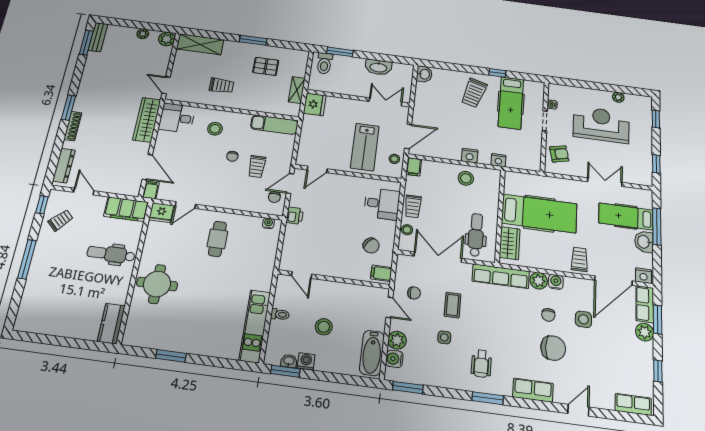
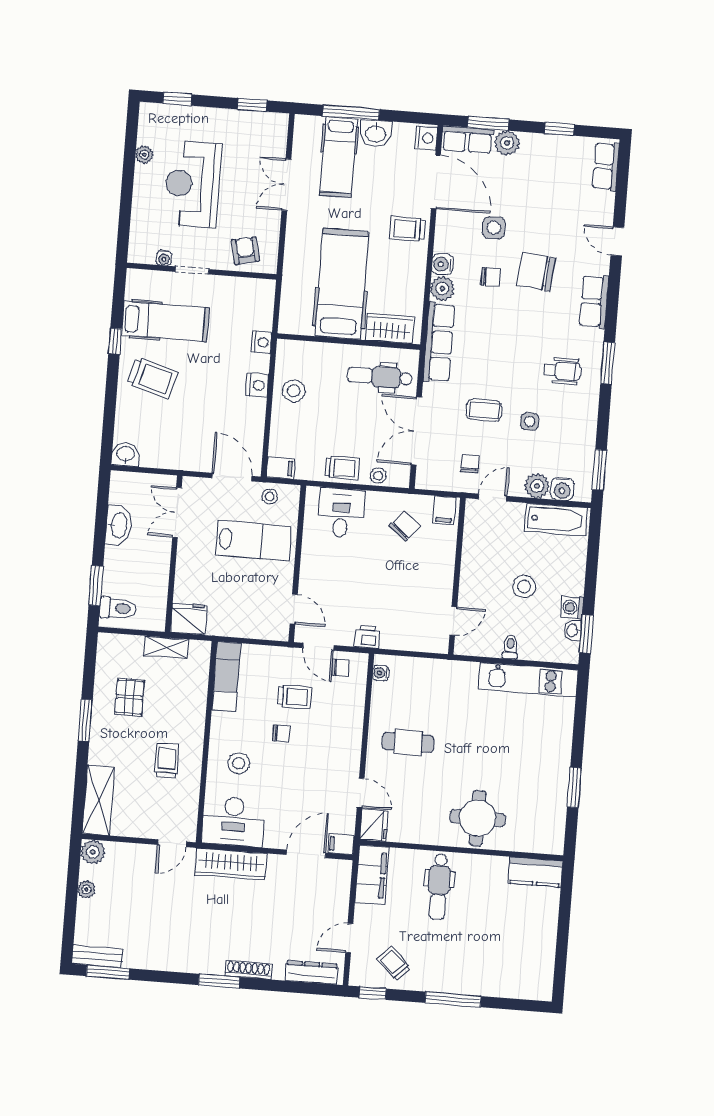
desk: (177, 118) -> (233, 821), width x1.37
chair: (553, 348) -> (536, 272), turned -84

